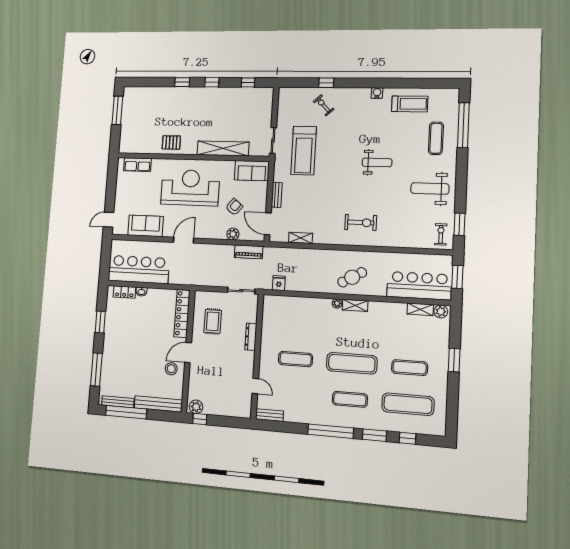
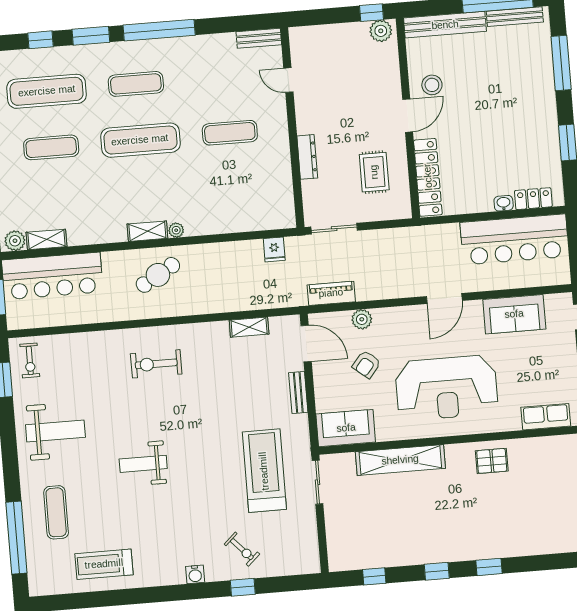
water cooler: (377, 93) -> (195, 574), moved

